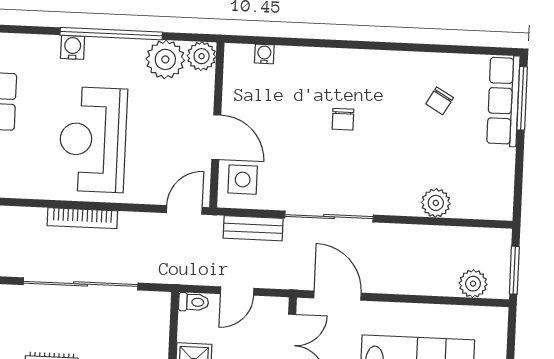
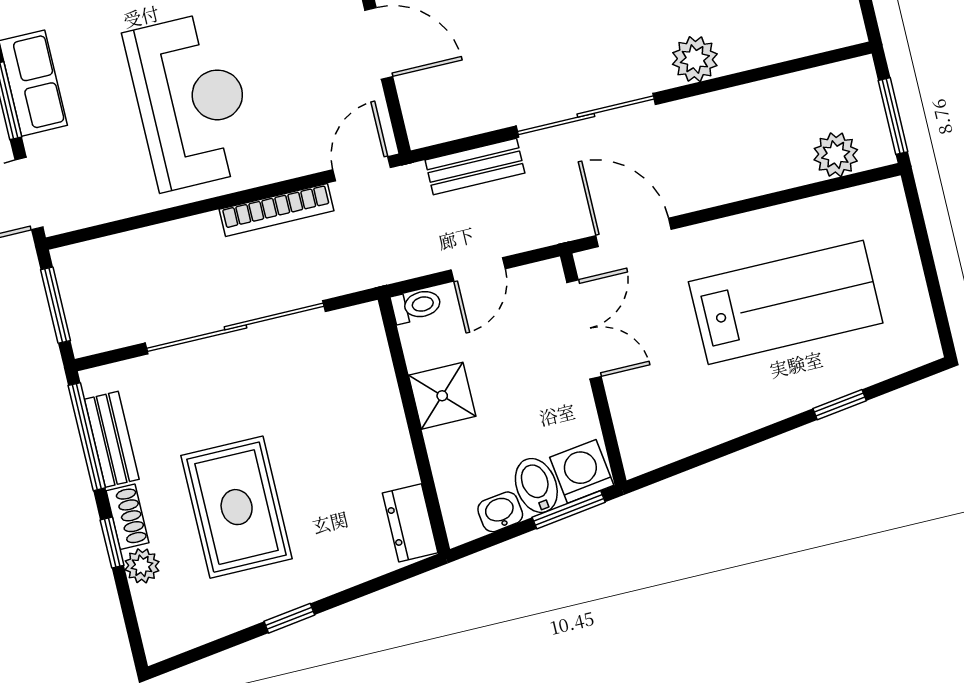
reception desk: (93, 140) -> (191, 101), turned 180
side table: (243, 180) -> (438, 97), removed
plant: (436, 203) -> (695, 59), moved
bookcase: (82, 218) -> (277, 210), moved

